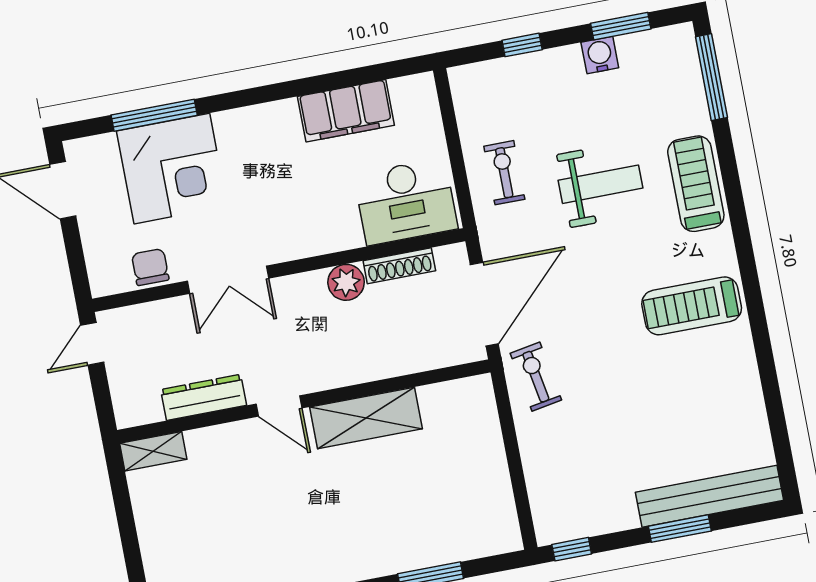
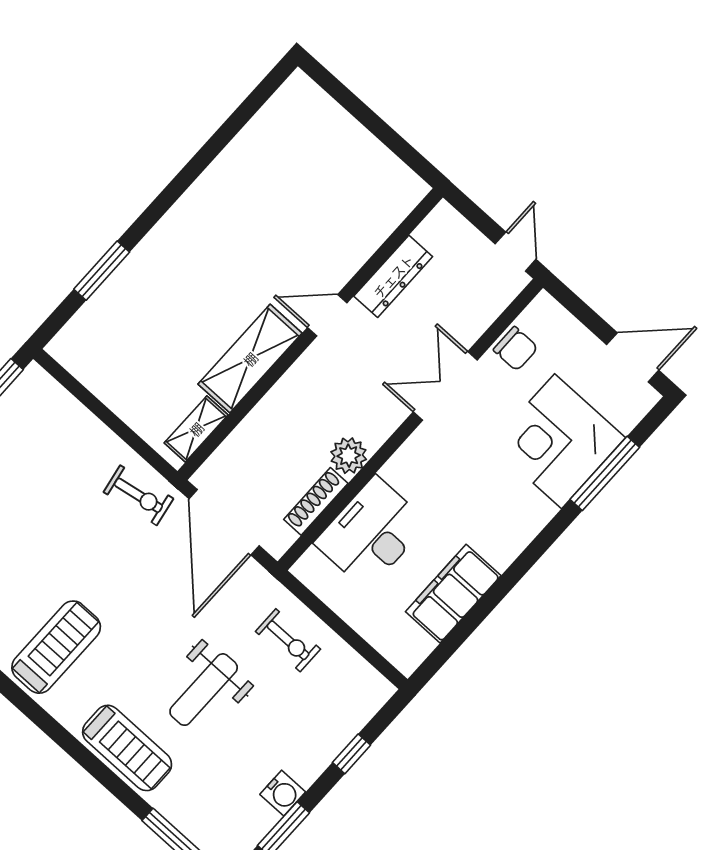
desk: (406, 202) -> (371, 533), moved
shelving: (153, 451) -> (196, 429), moved

